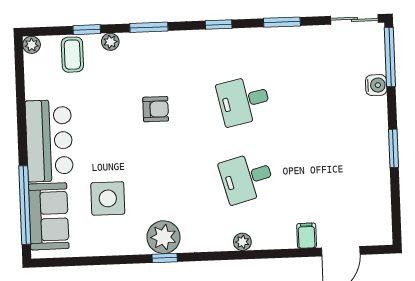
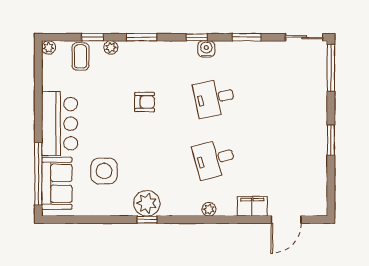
water cooler: (376, 85) -> (206, 49), moved, turned -90
filing cabinet: (307, 236) -> (252, 206), width x2.00

